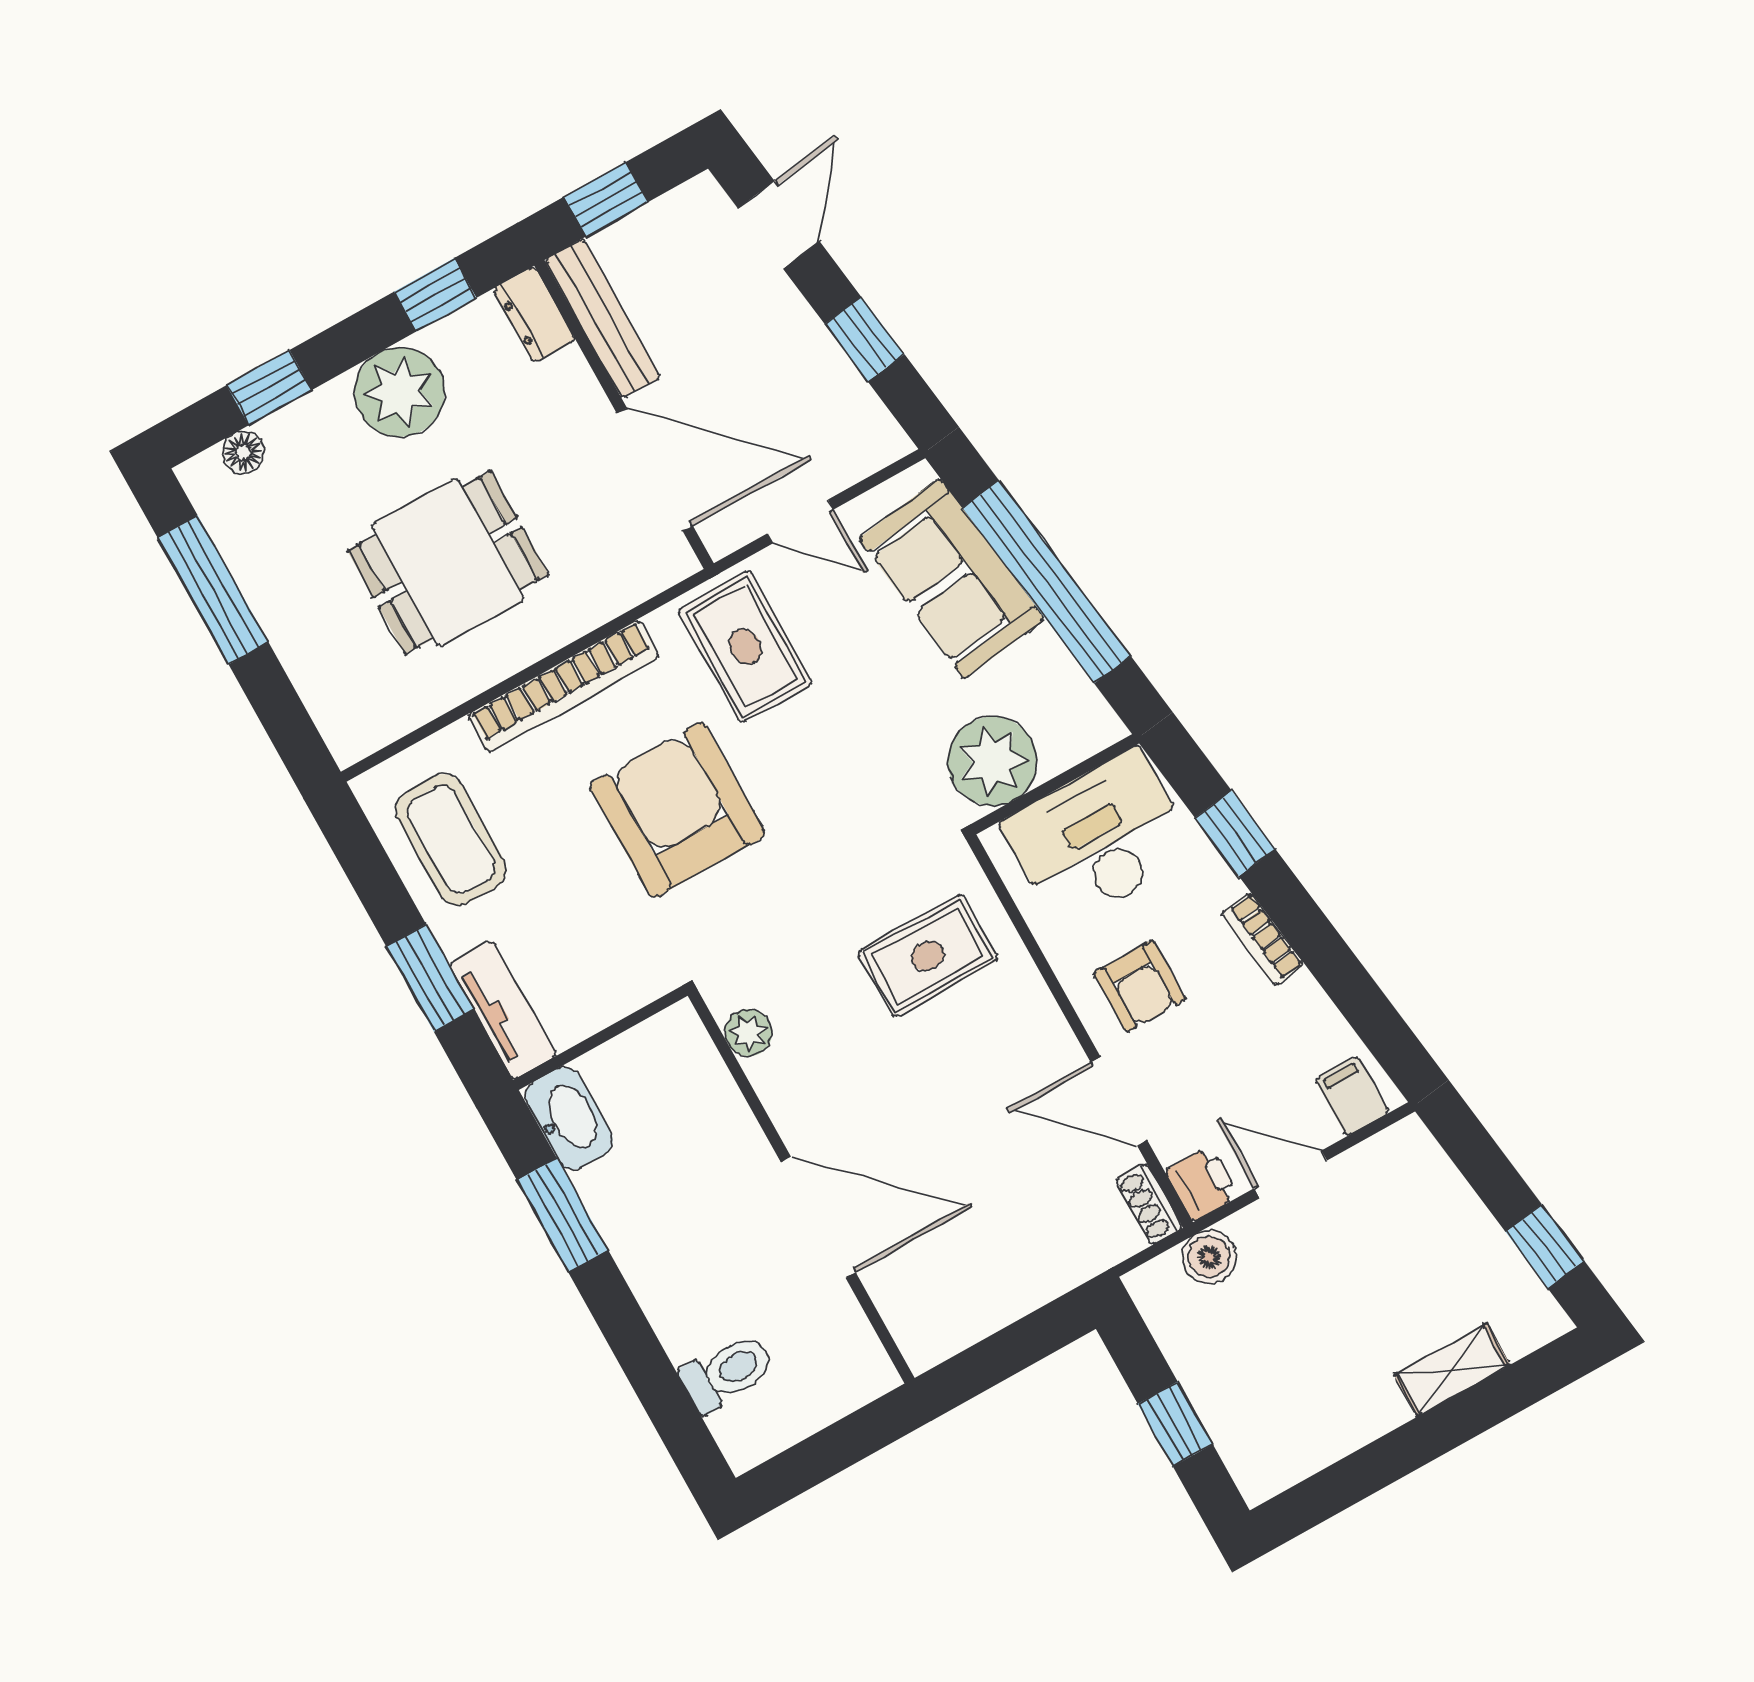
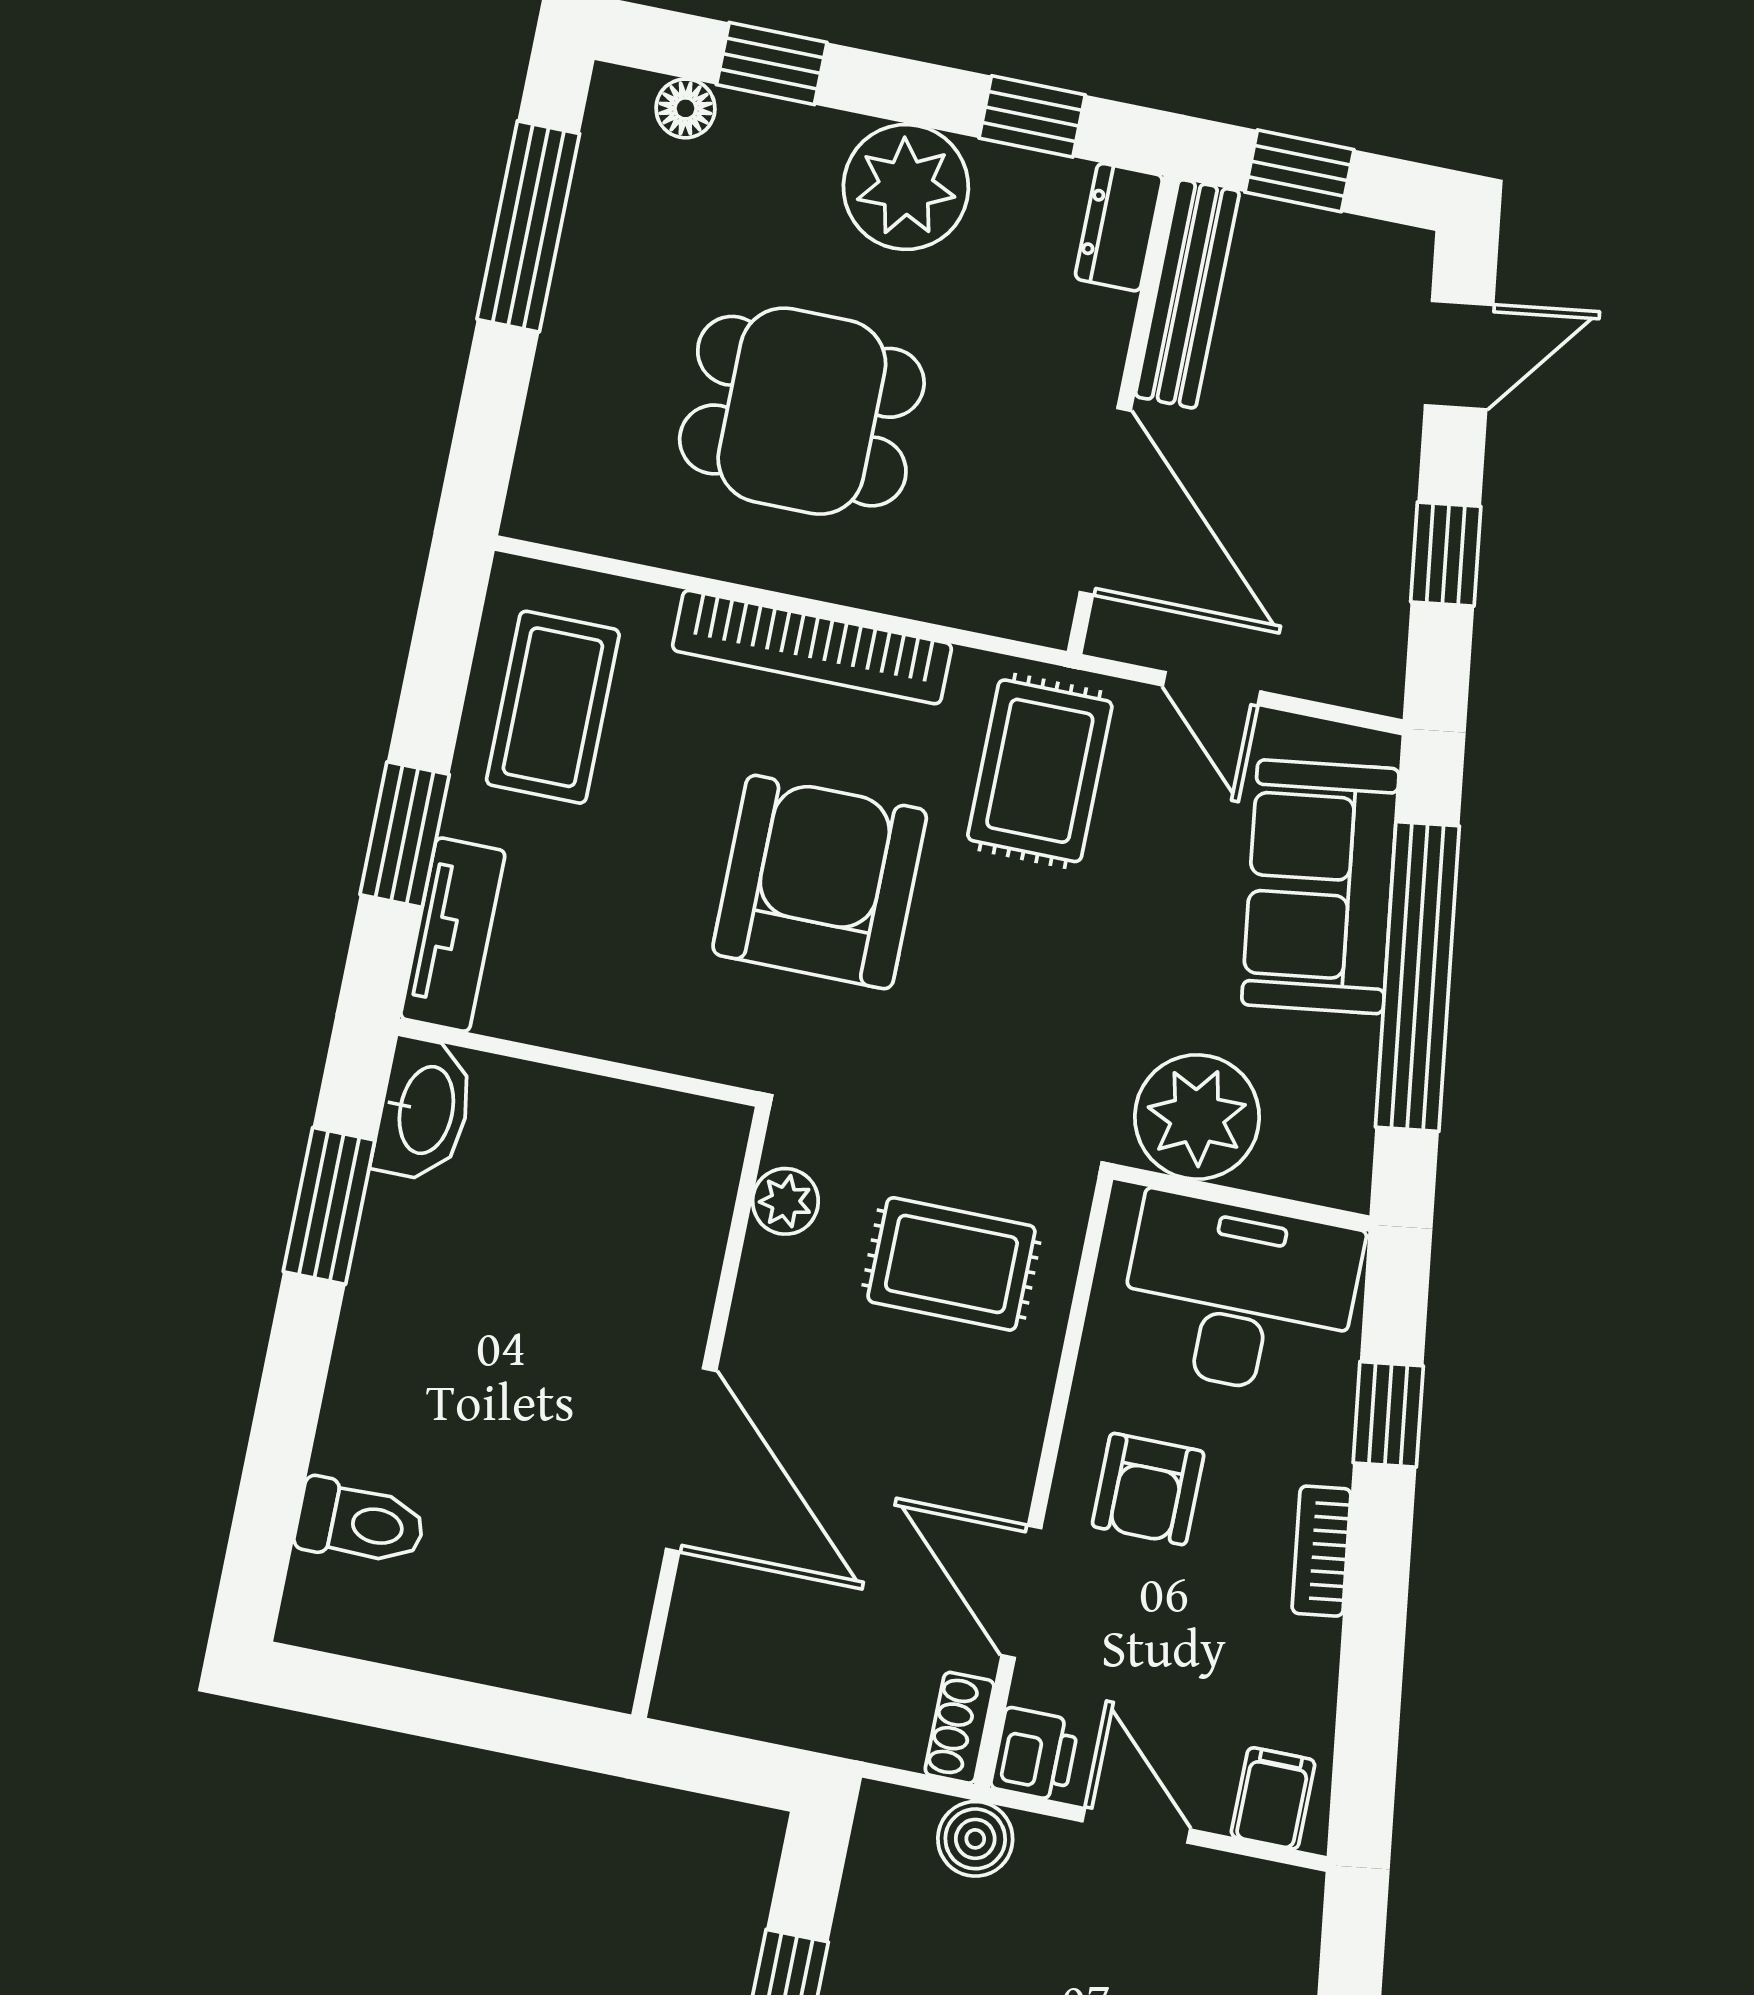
plant: (749, 1033) -> (785, 1201), moved
wall: (801, 1187) -> (701, 1412), moved
door: (818, 1217) -> (691, 1460), moved

